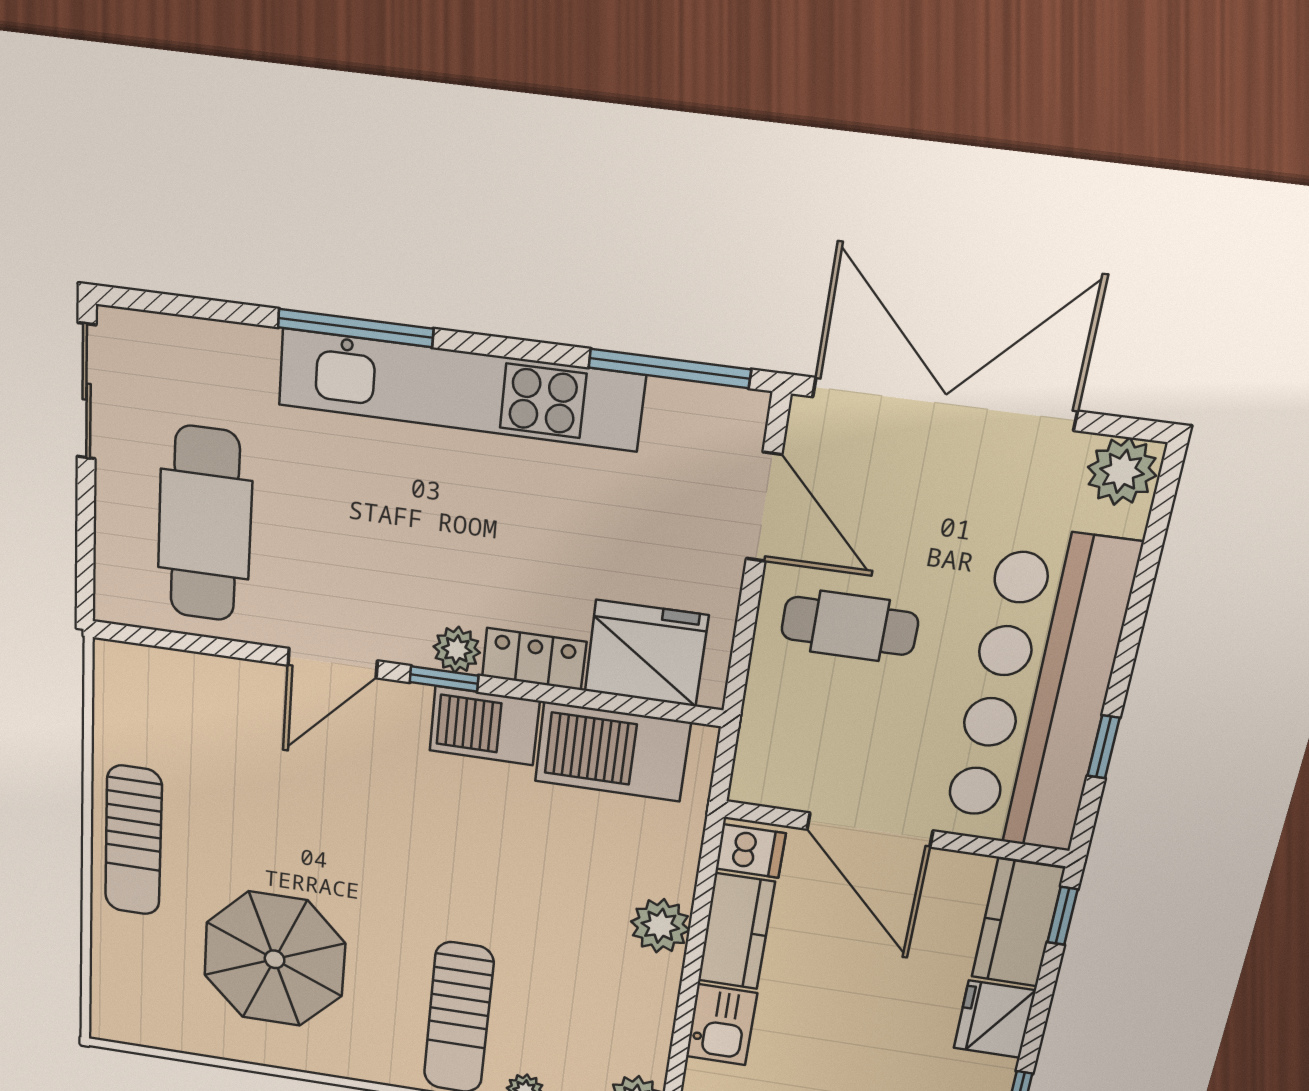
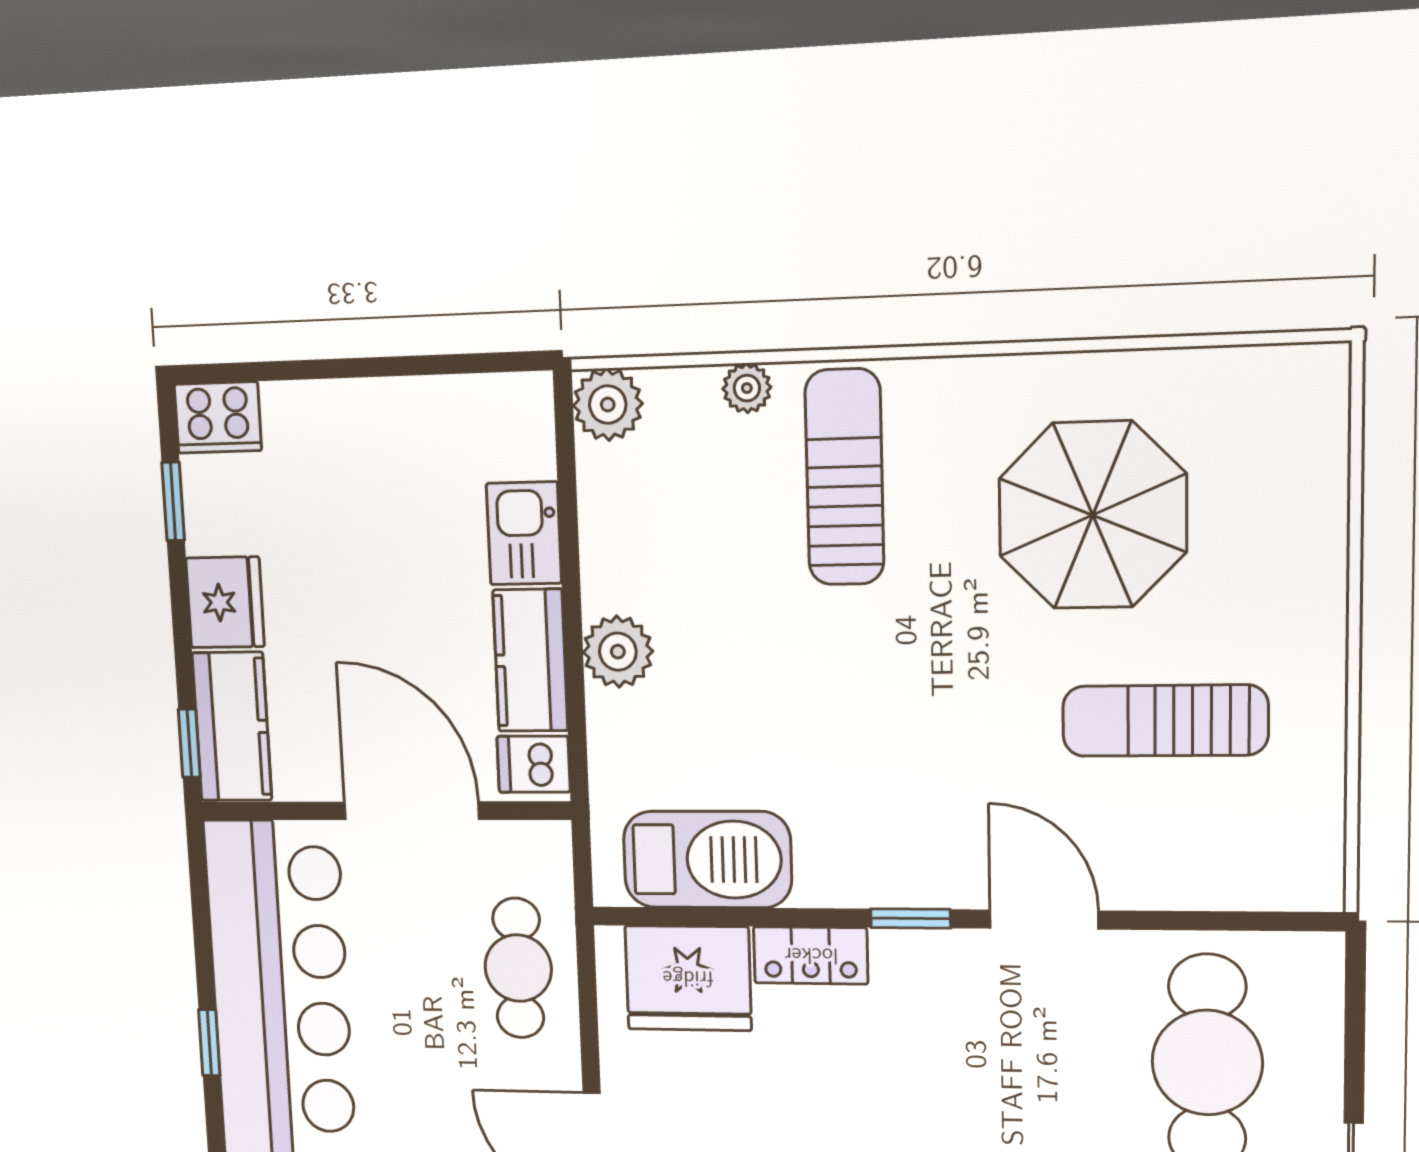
cafe table: (850, 626) -> (518, 968), moved, turned 90
plant: (457, 650) -> (900, 955), removed
door: (333, 663) -> (1044, 919), hinge flipped
barbecue: (484, 726) -> (857, 869), removed
window: (1104, 747) -> (209, 1043), moved
sun lounger: (133, 841) -> (1165, 721), moved, turned -90

